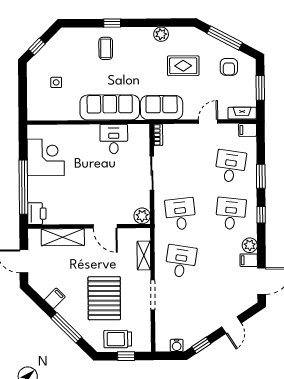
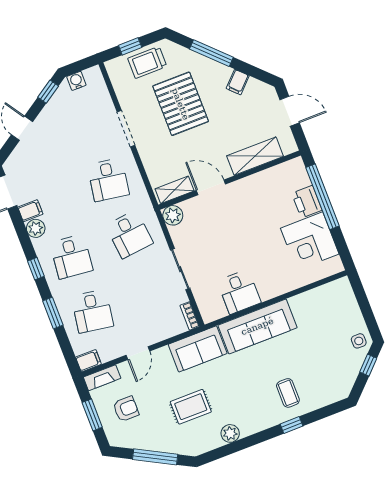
armchair: (229, 67) -> (126, 409), moved, turned 90
side table: (56, 82) -> (359, 341), moved
printer: (37, 214) -> (307, 202), moved
shelving: (144, 255) -> (175, 190), moved, turned 90
trolley: (118, 339) -> (147, 62), turned 180

